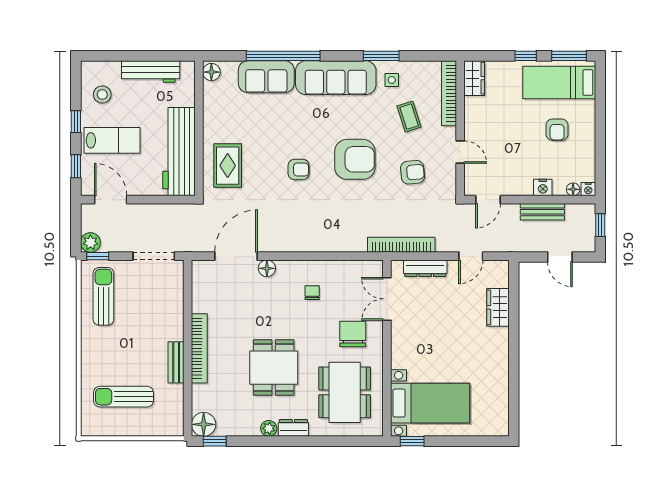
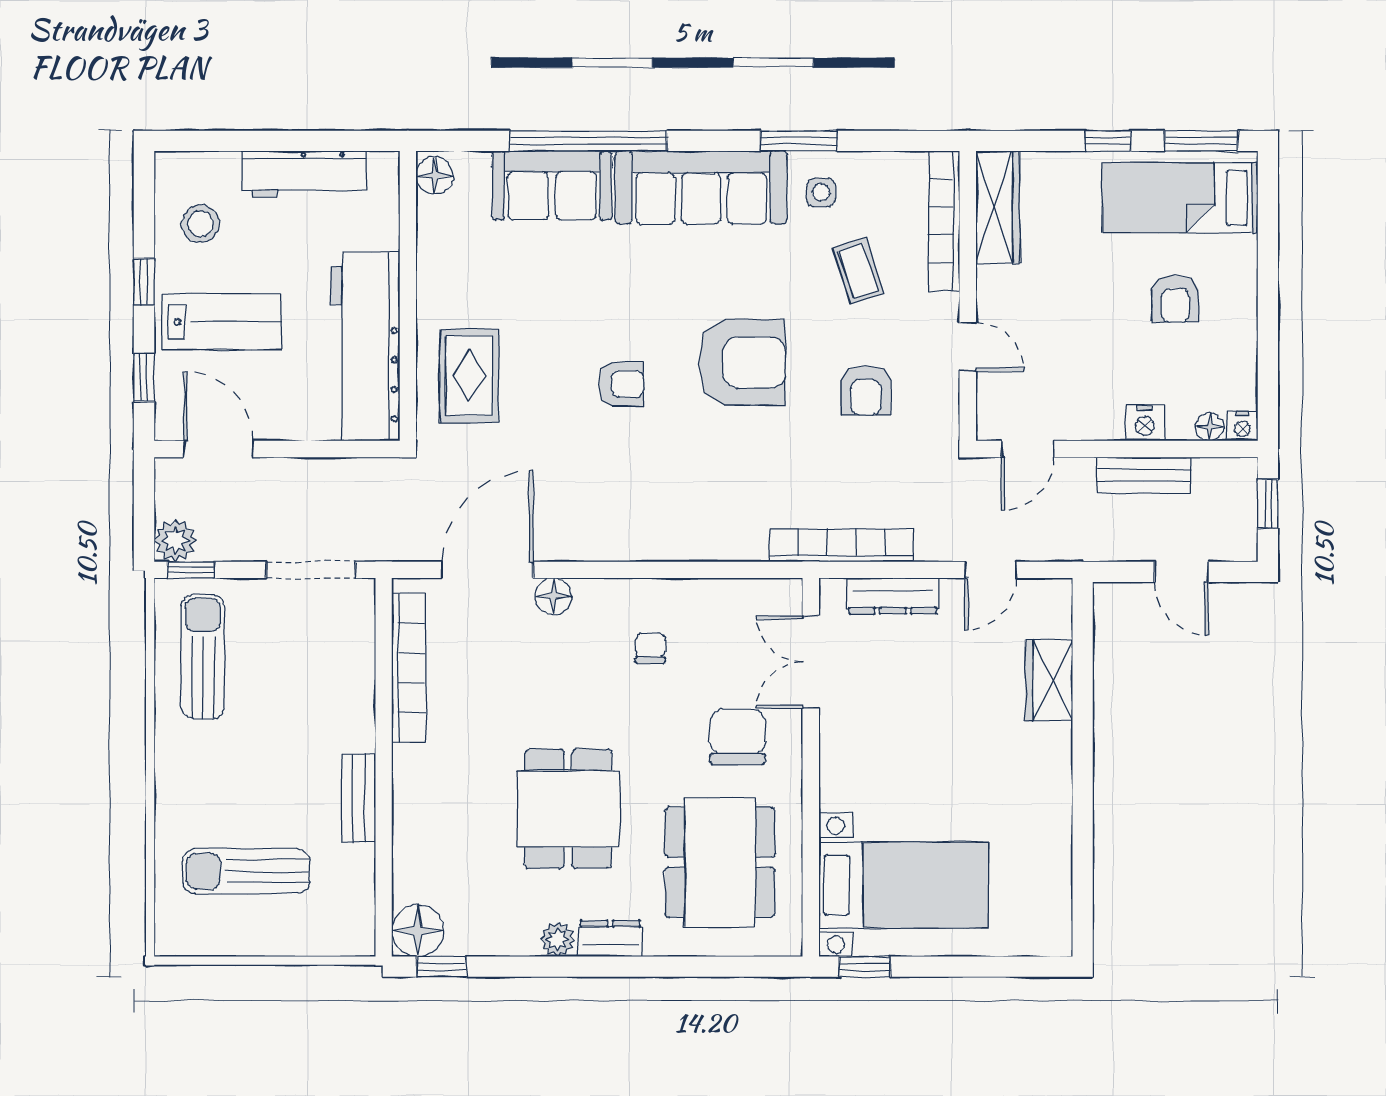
wardrobe: (474, 78) -> (998, 207), width x1.50
armchair: (413, 172) -> (866, 390), turned 95
bookcase: (199, 348) -> (409, 668), moved

